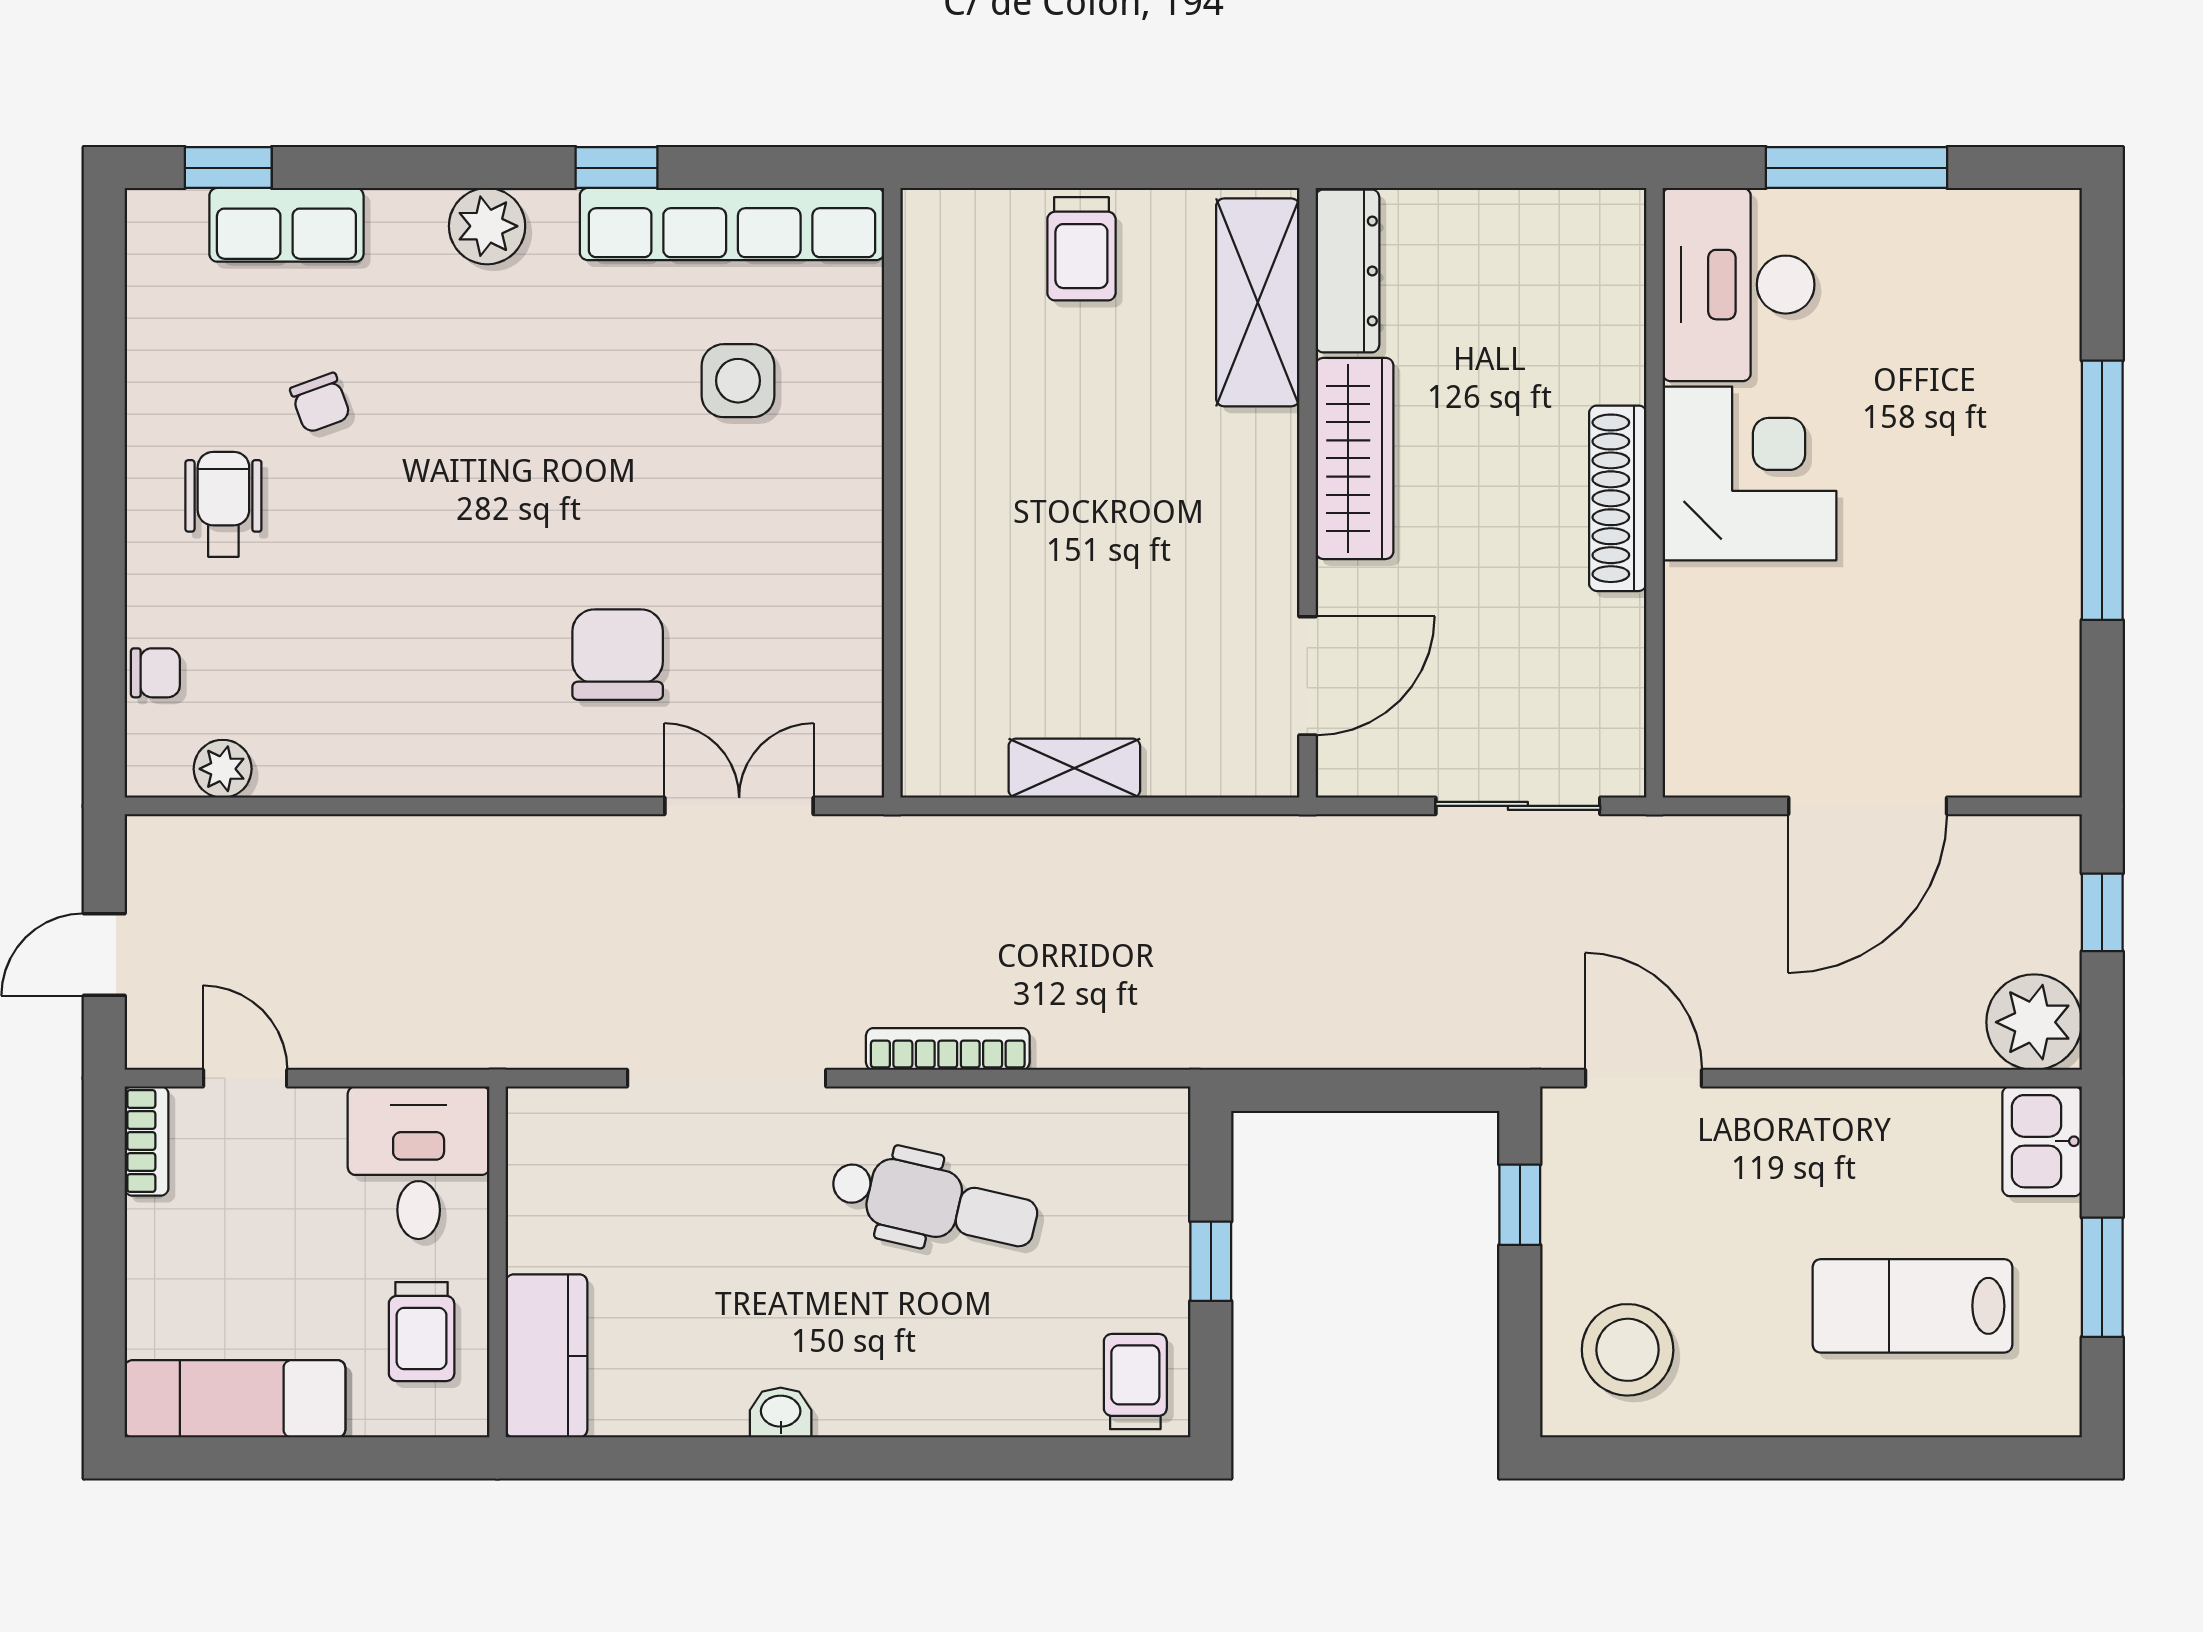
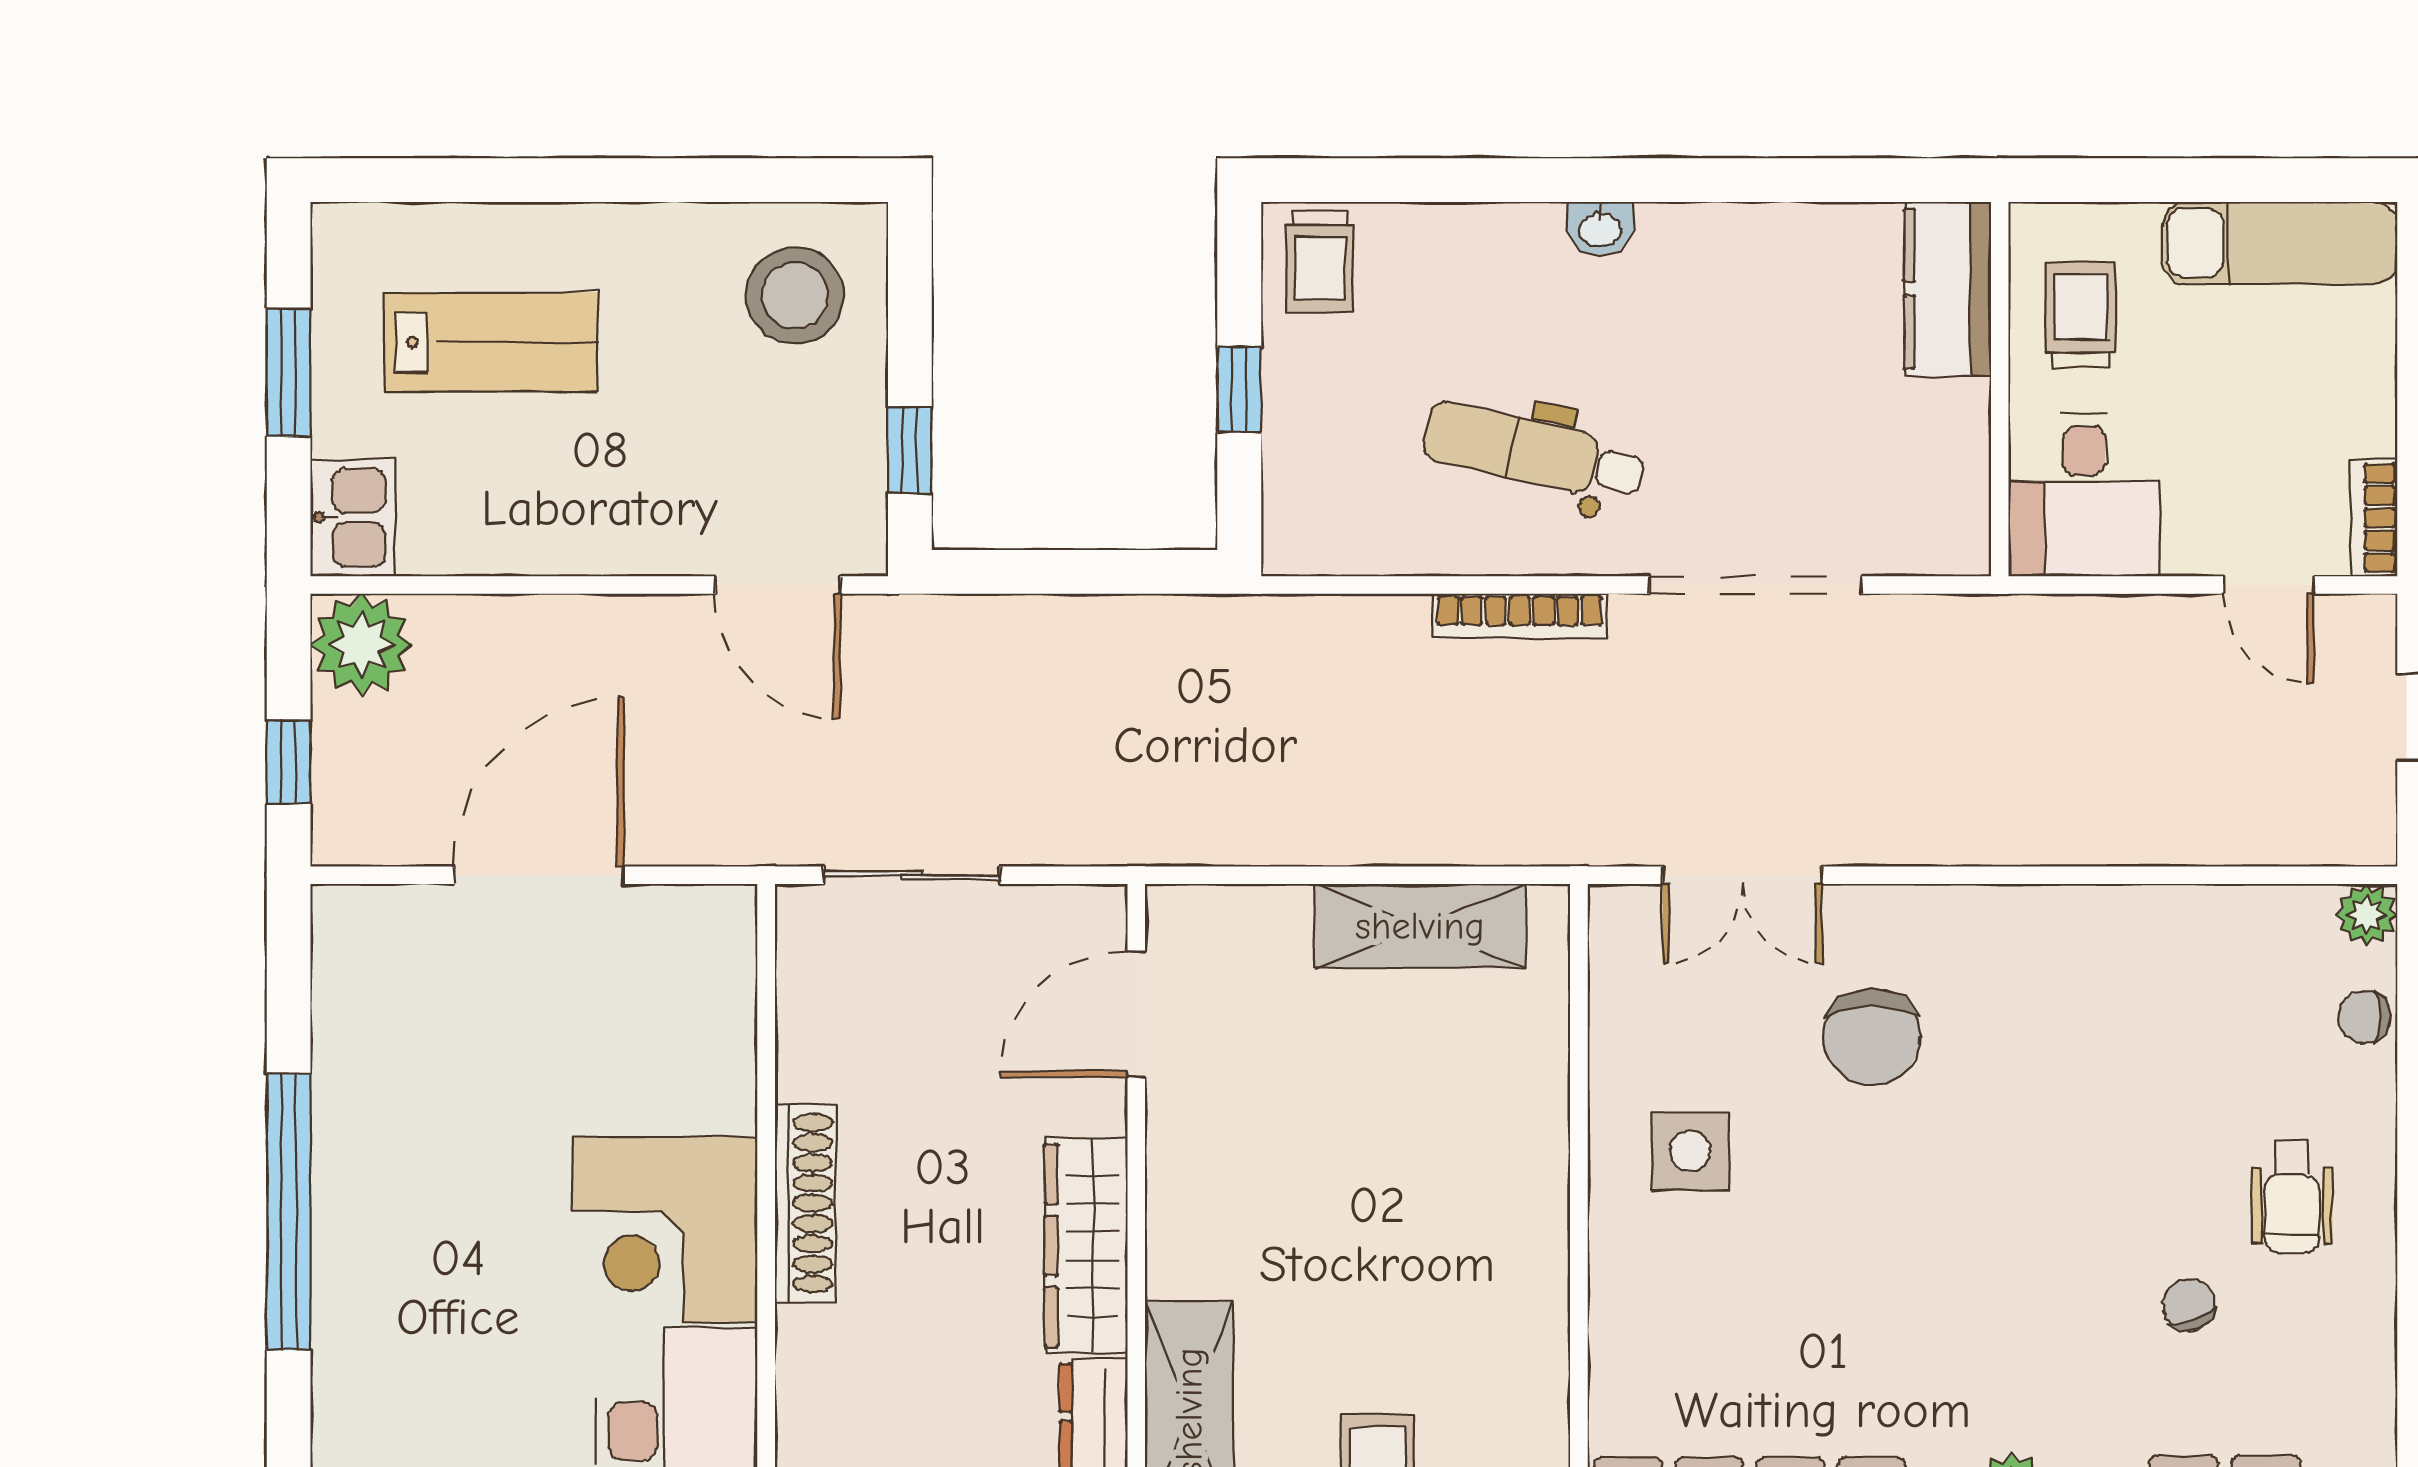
side table: (738, 381) -> (1690, 1151), moved
shelving: (1074, 768) -> (1420, 926), width x1.50, depth x1.33
plant: (223, 769) -> (2366, 915), moved
washbasin: (781, 1413) -> (1600, 228), moved

